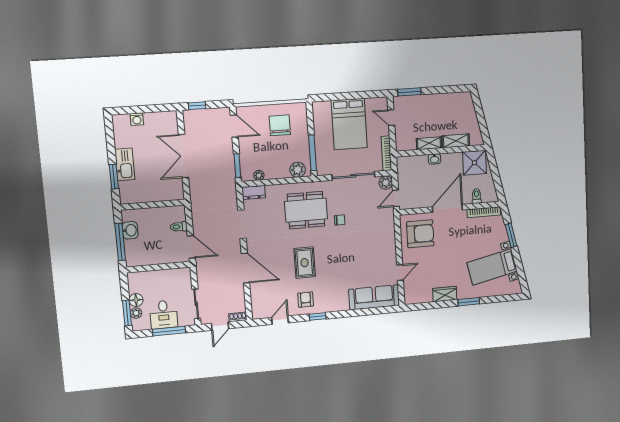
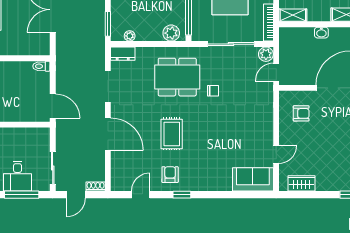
shelving: (429, 143) -> (293, 15), moved
toilet: (179, 227) -> (41, 66), moved
armchair: (420, 234) -> (301, 113), width x0.53, depth x0.53
wardrobe: (445, 294) -> (301, 183), moved
sofa: (374, 297) -> (253, 179), width x0.73

